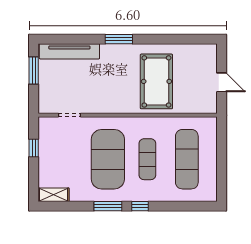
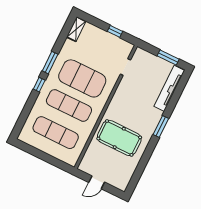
exercise mat: (147, 159) -> (69, 106), width x1.36, depth x1.45

